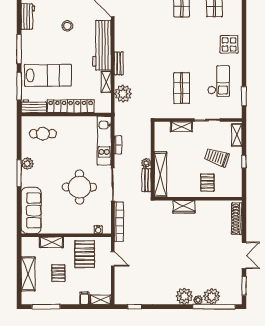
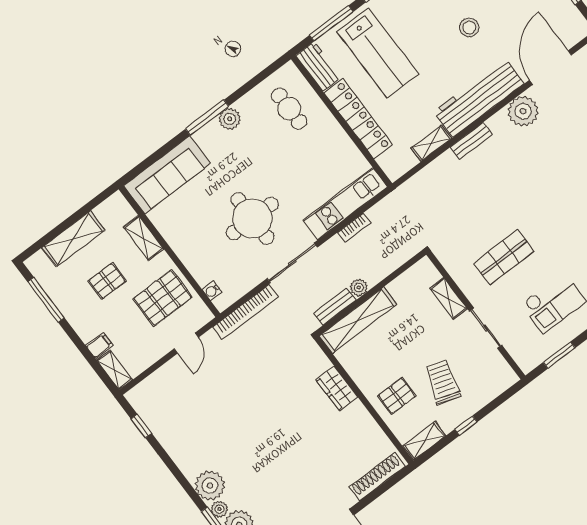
plant: (123, 94) -> (523, 111), moved
shelving: (237, 135) -> (424, 441), moved

